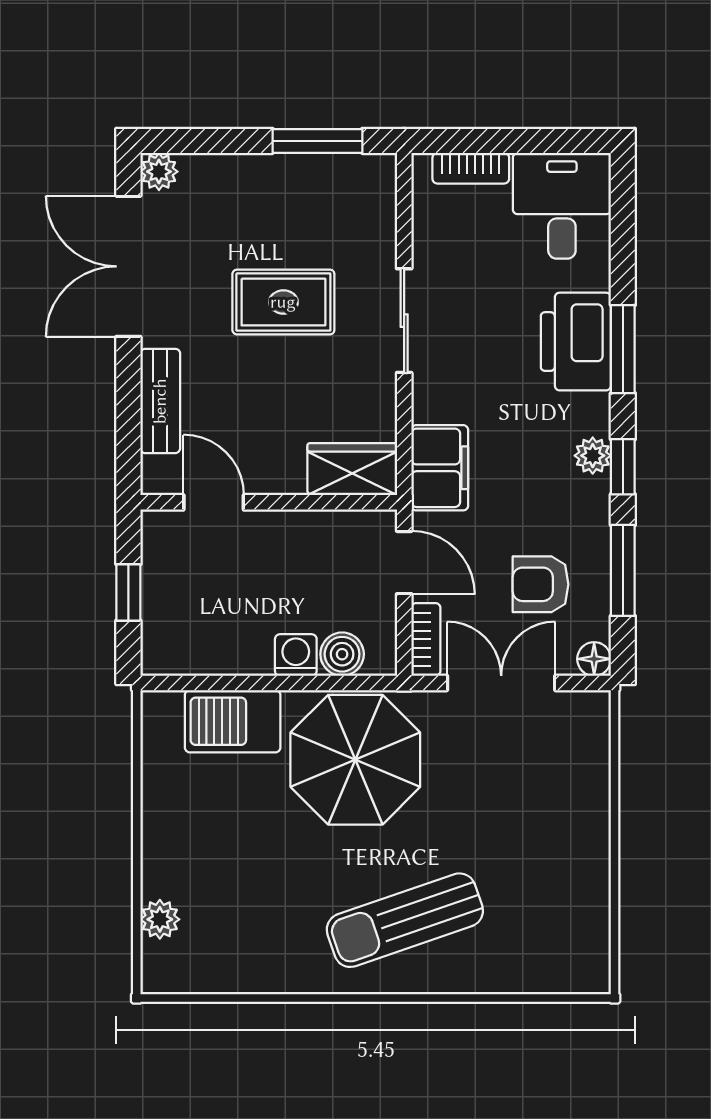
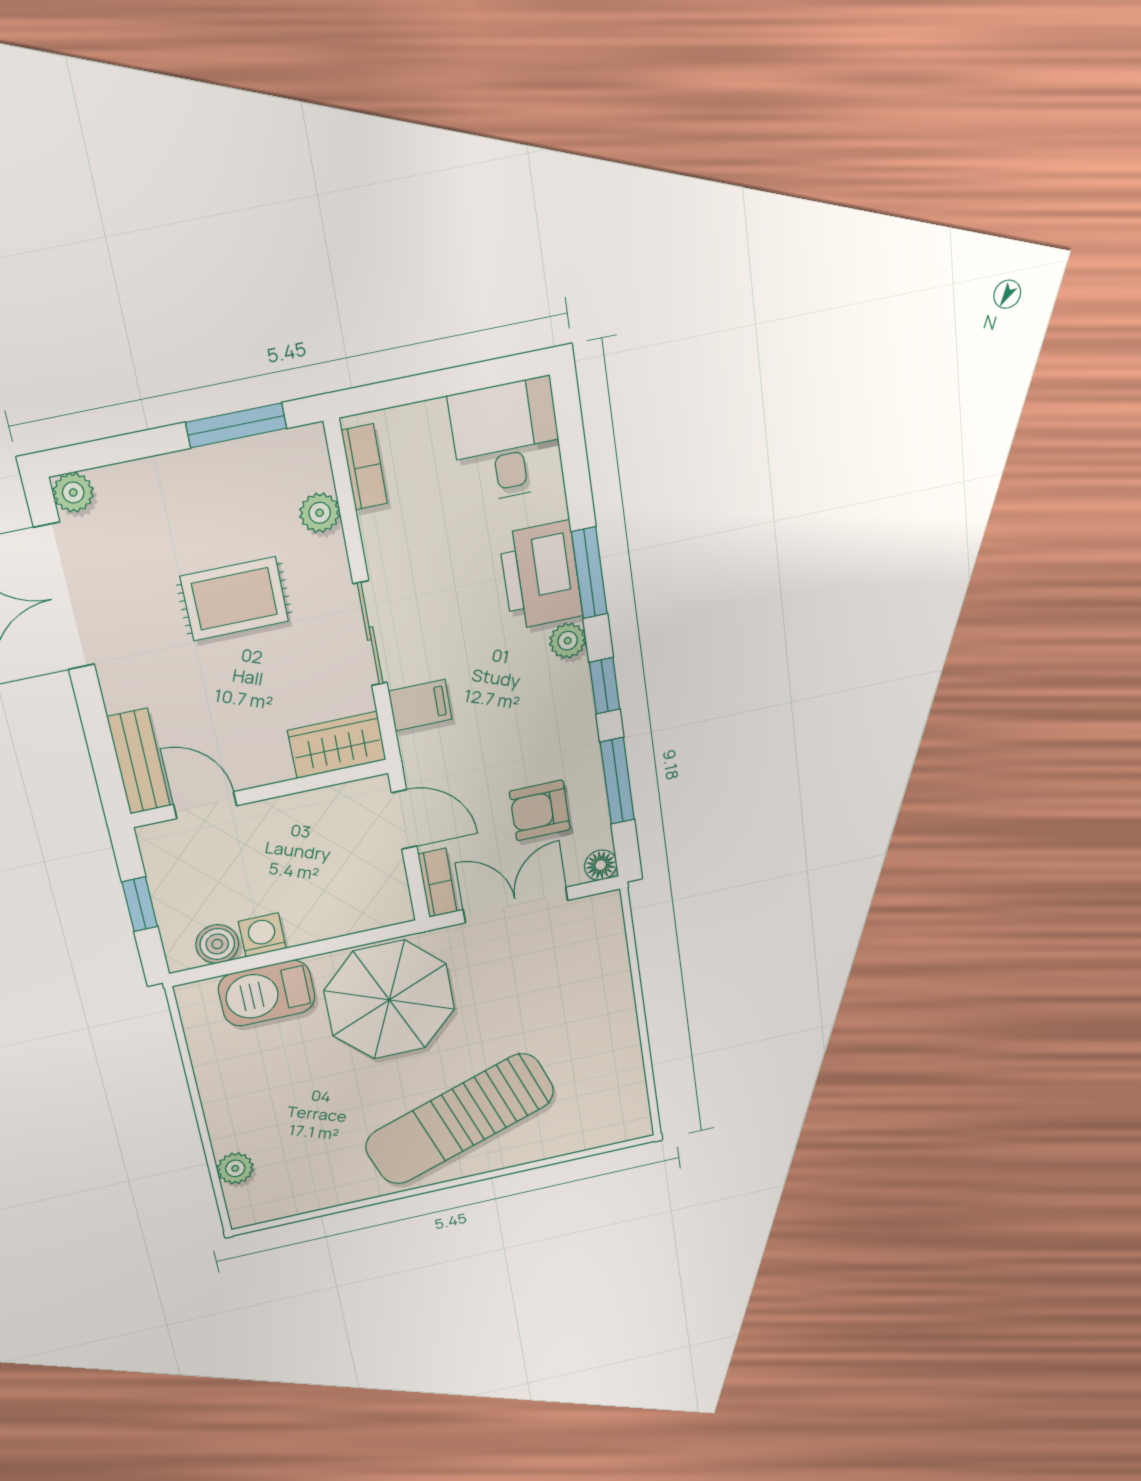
bookcase: (471, 168) -> (364, 467), moved, turned -90
plant: (378, 237) -> (320, 513), added
sliding door: (404, 321) -> (370, 634), moved
bench: (160, 401) -> (139, 762), moved
plant: (593, 456) -> (568, 641), moved
filing cabinet: (440, 468) -> (420, 705), width x0.50
boiler: (342, 654) -> (217, 944), moved
washing machine: (296, 655) -> (262, 935), moved
sun lounger: (405, 920) -> (460, 1119), width x1.36, depth x1.34

